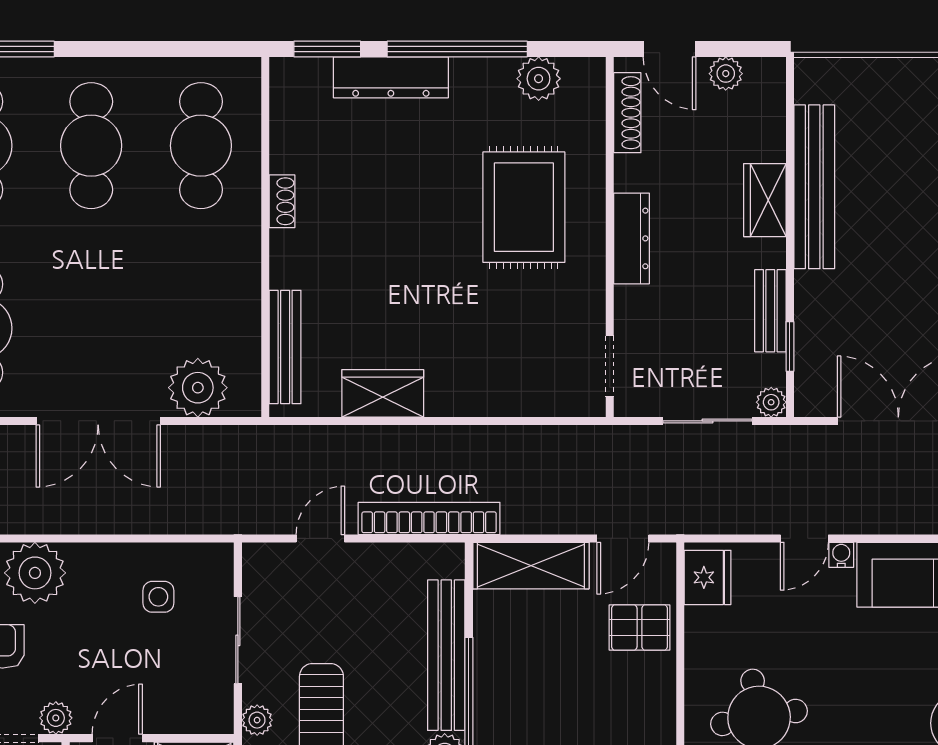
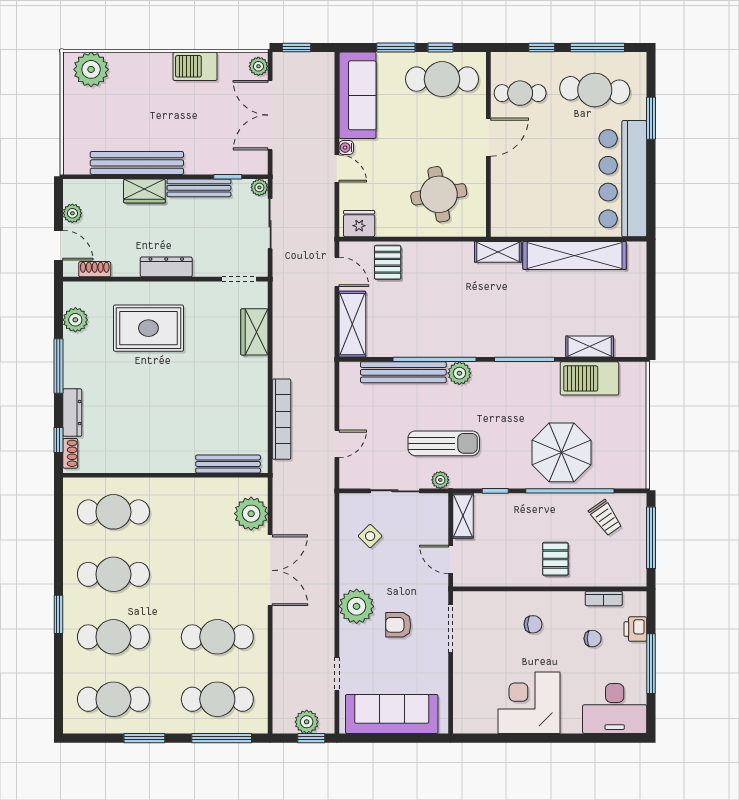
window: (327, 49) -> (58, 440), width x0.67
window: (457, 49) -> (58, 366), width x0.68
door: (670, 49) -> (58, 245), hinge flipped
dresser: (391, 77) -> (72, 413), width x0.73, depth x0.80
shoe rack: (627, 113) -> (95, 269), width x0.70
shoe rack: (282, 201) -> (70, 453), moved, turned 90
bench: (770, 311) -> (199, 188), width x1.36
wardrobe: (383, 393) -> (254, 332), moved
bookcase: (429, 518) -> (281, 419), moved, turned 180
door: (320, 538) -> (337, 444), swing flipped
side table: (158, 597) -> (370, 536), turned 45
plant: (56, 718) -> (439, 594), removed

